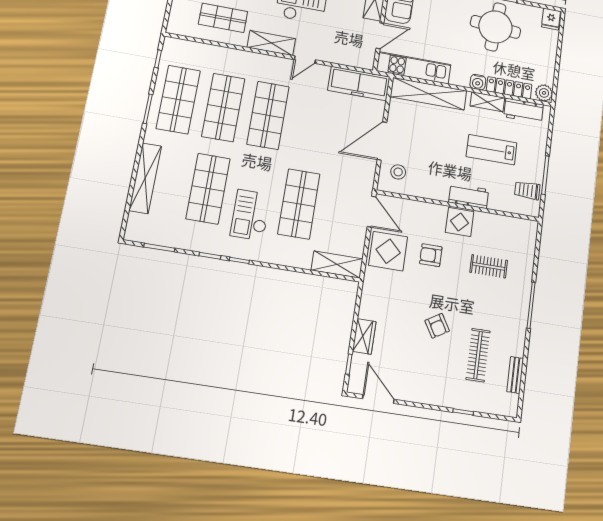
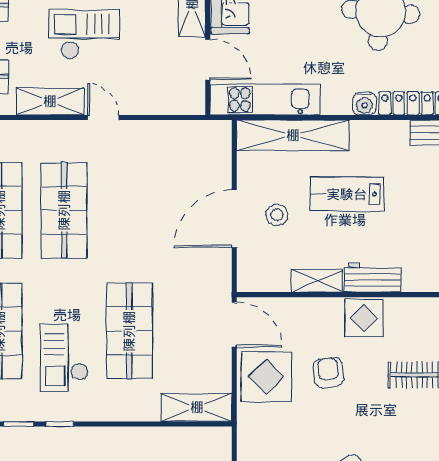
door: (380, 36) -> (208, 60), hinge flipped
door: (305, 60) -> (103, 117), swing flipped
freezer: (359, 83) -> (188, 139), removed
shelving: (487, 102) -> (317, 281), moved
lab bench: (492, 150) -> (347, 194), moved
stool: (398, 172) -> (277, 215), moved
armchair: (431, 255) -> (328, 373), turned 84

